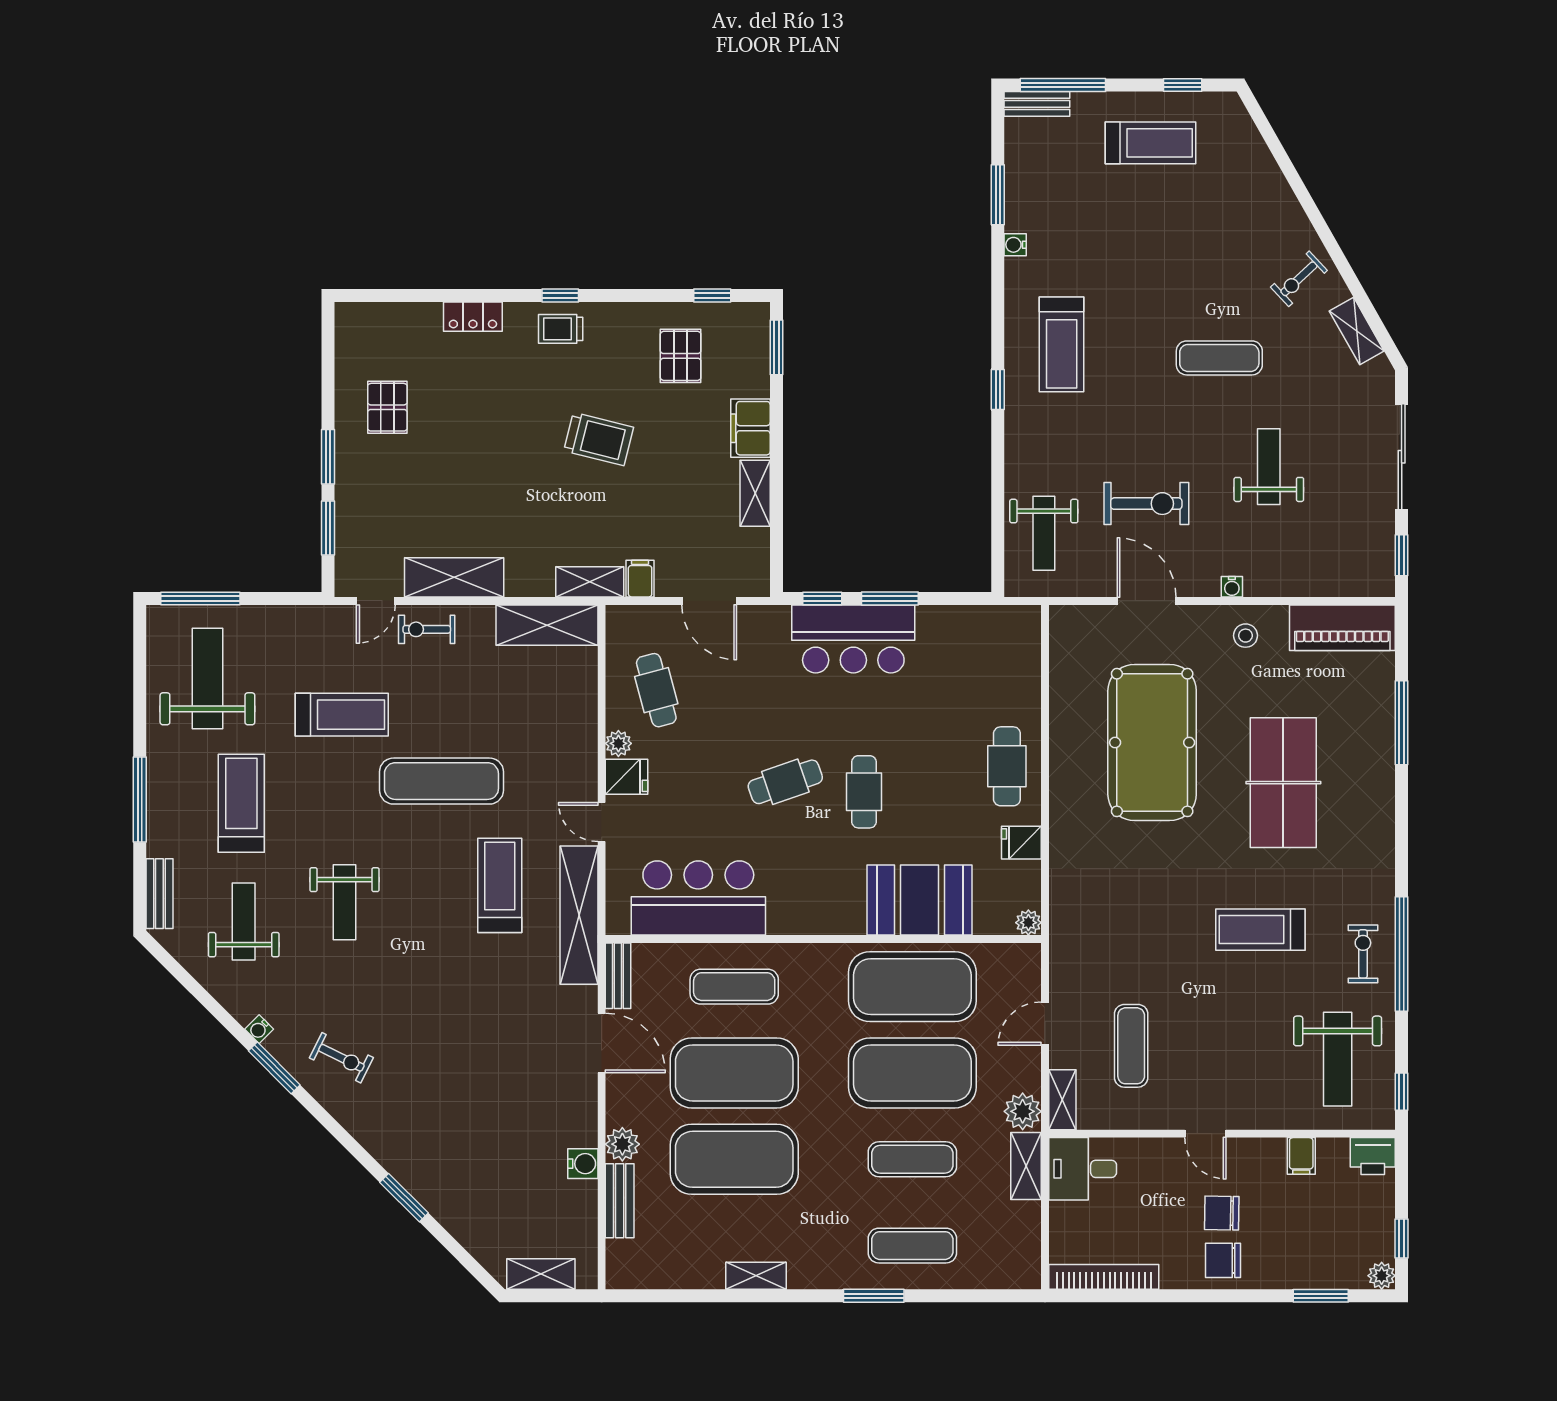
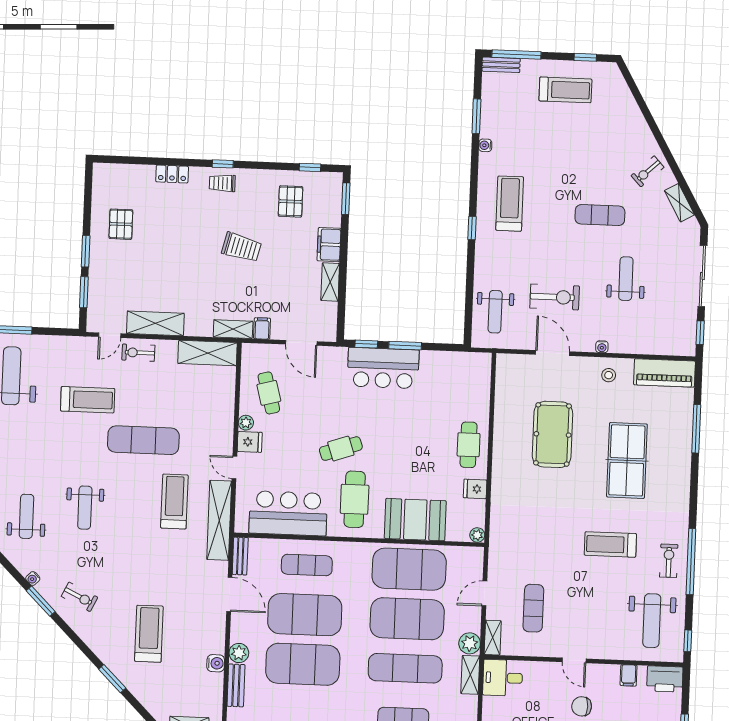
treadmill: (1062, 344) -> (510, 204), turned 180
pool table: (1152, 743) -> (552, 434), width x0.73, depth x0.76
cafe table: (864, 792) -> (355, 499), moved, width x1.37, depth x1.35
treadmill: (241, 803) -> (149, 634), moved
printer: (1373, 1156) -> (665, 679), width x1.37, depth x1.19
exercise mat: (912, 1159) -> (405, 668), width x1.36, depth x1.45

